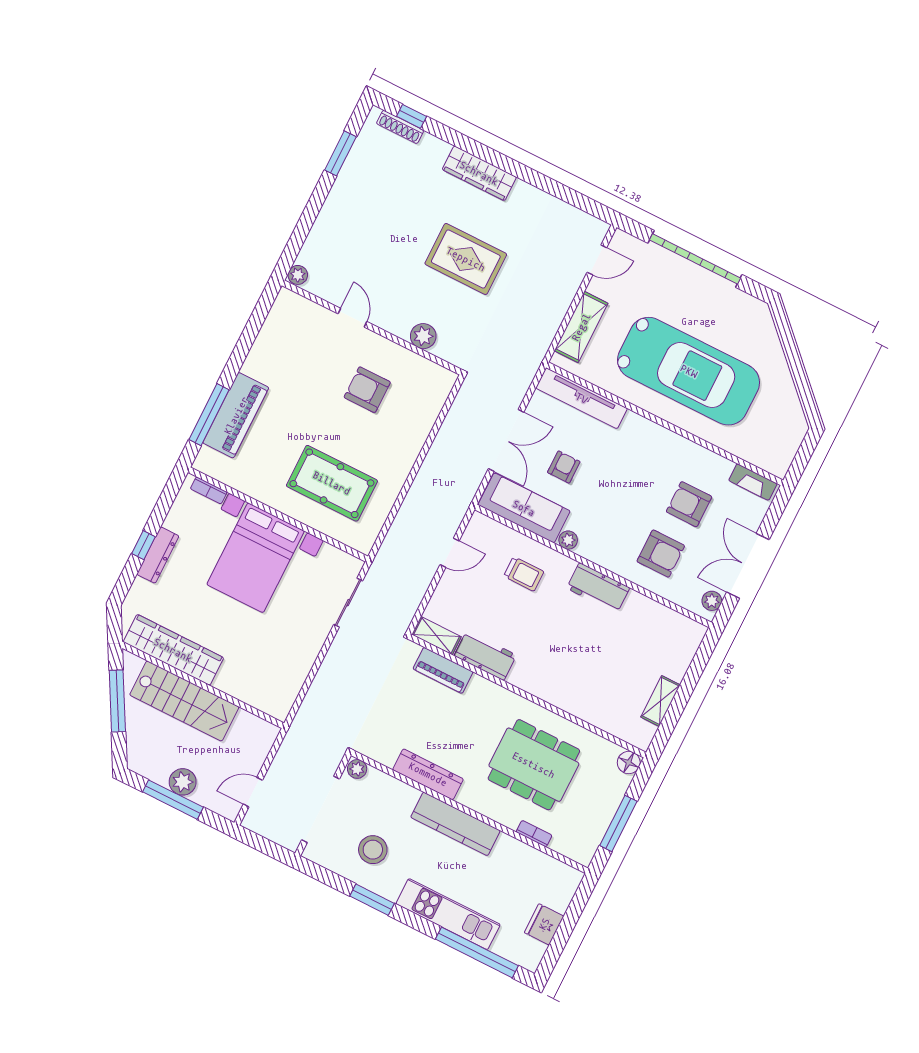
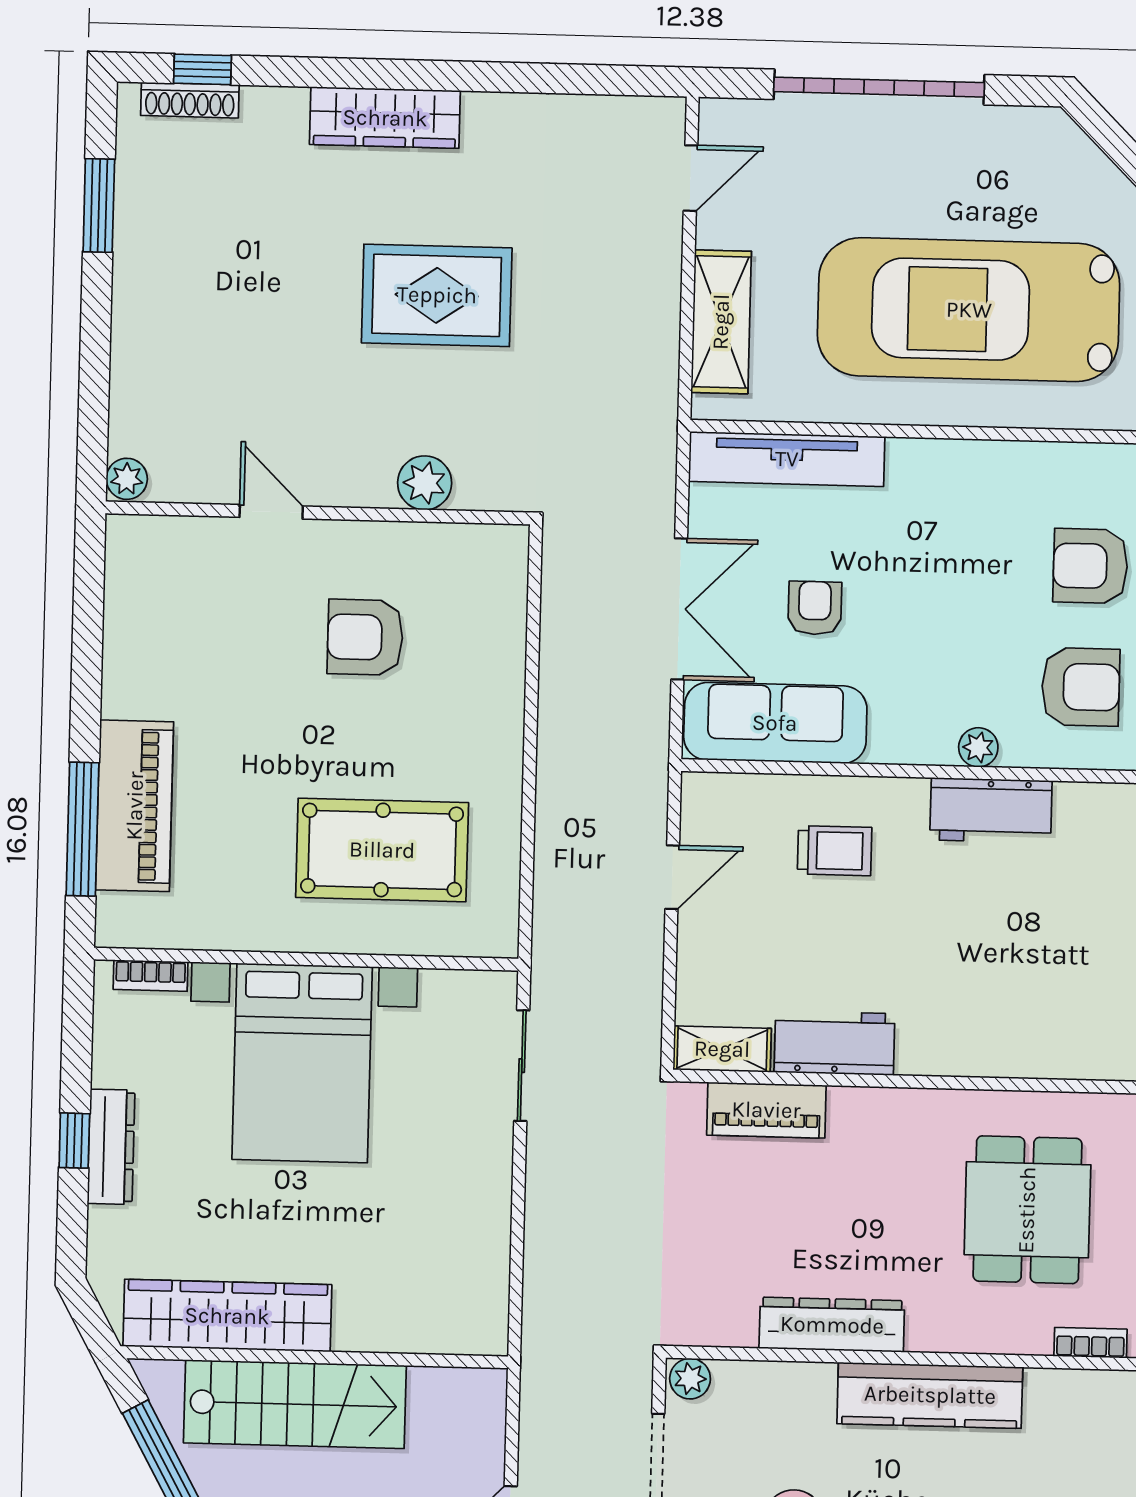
car: (689, 371) -> (969, 310), turned 180
plant: (568, 540) -> (978, 747), moved
dining table: (534, 765) -> (1027, 1210), width x0.73

